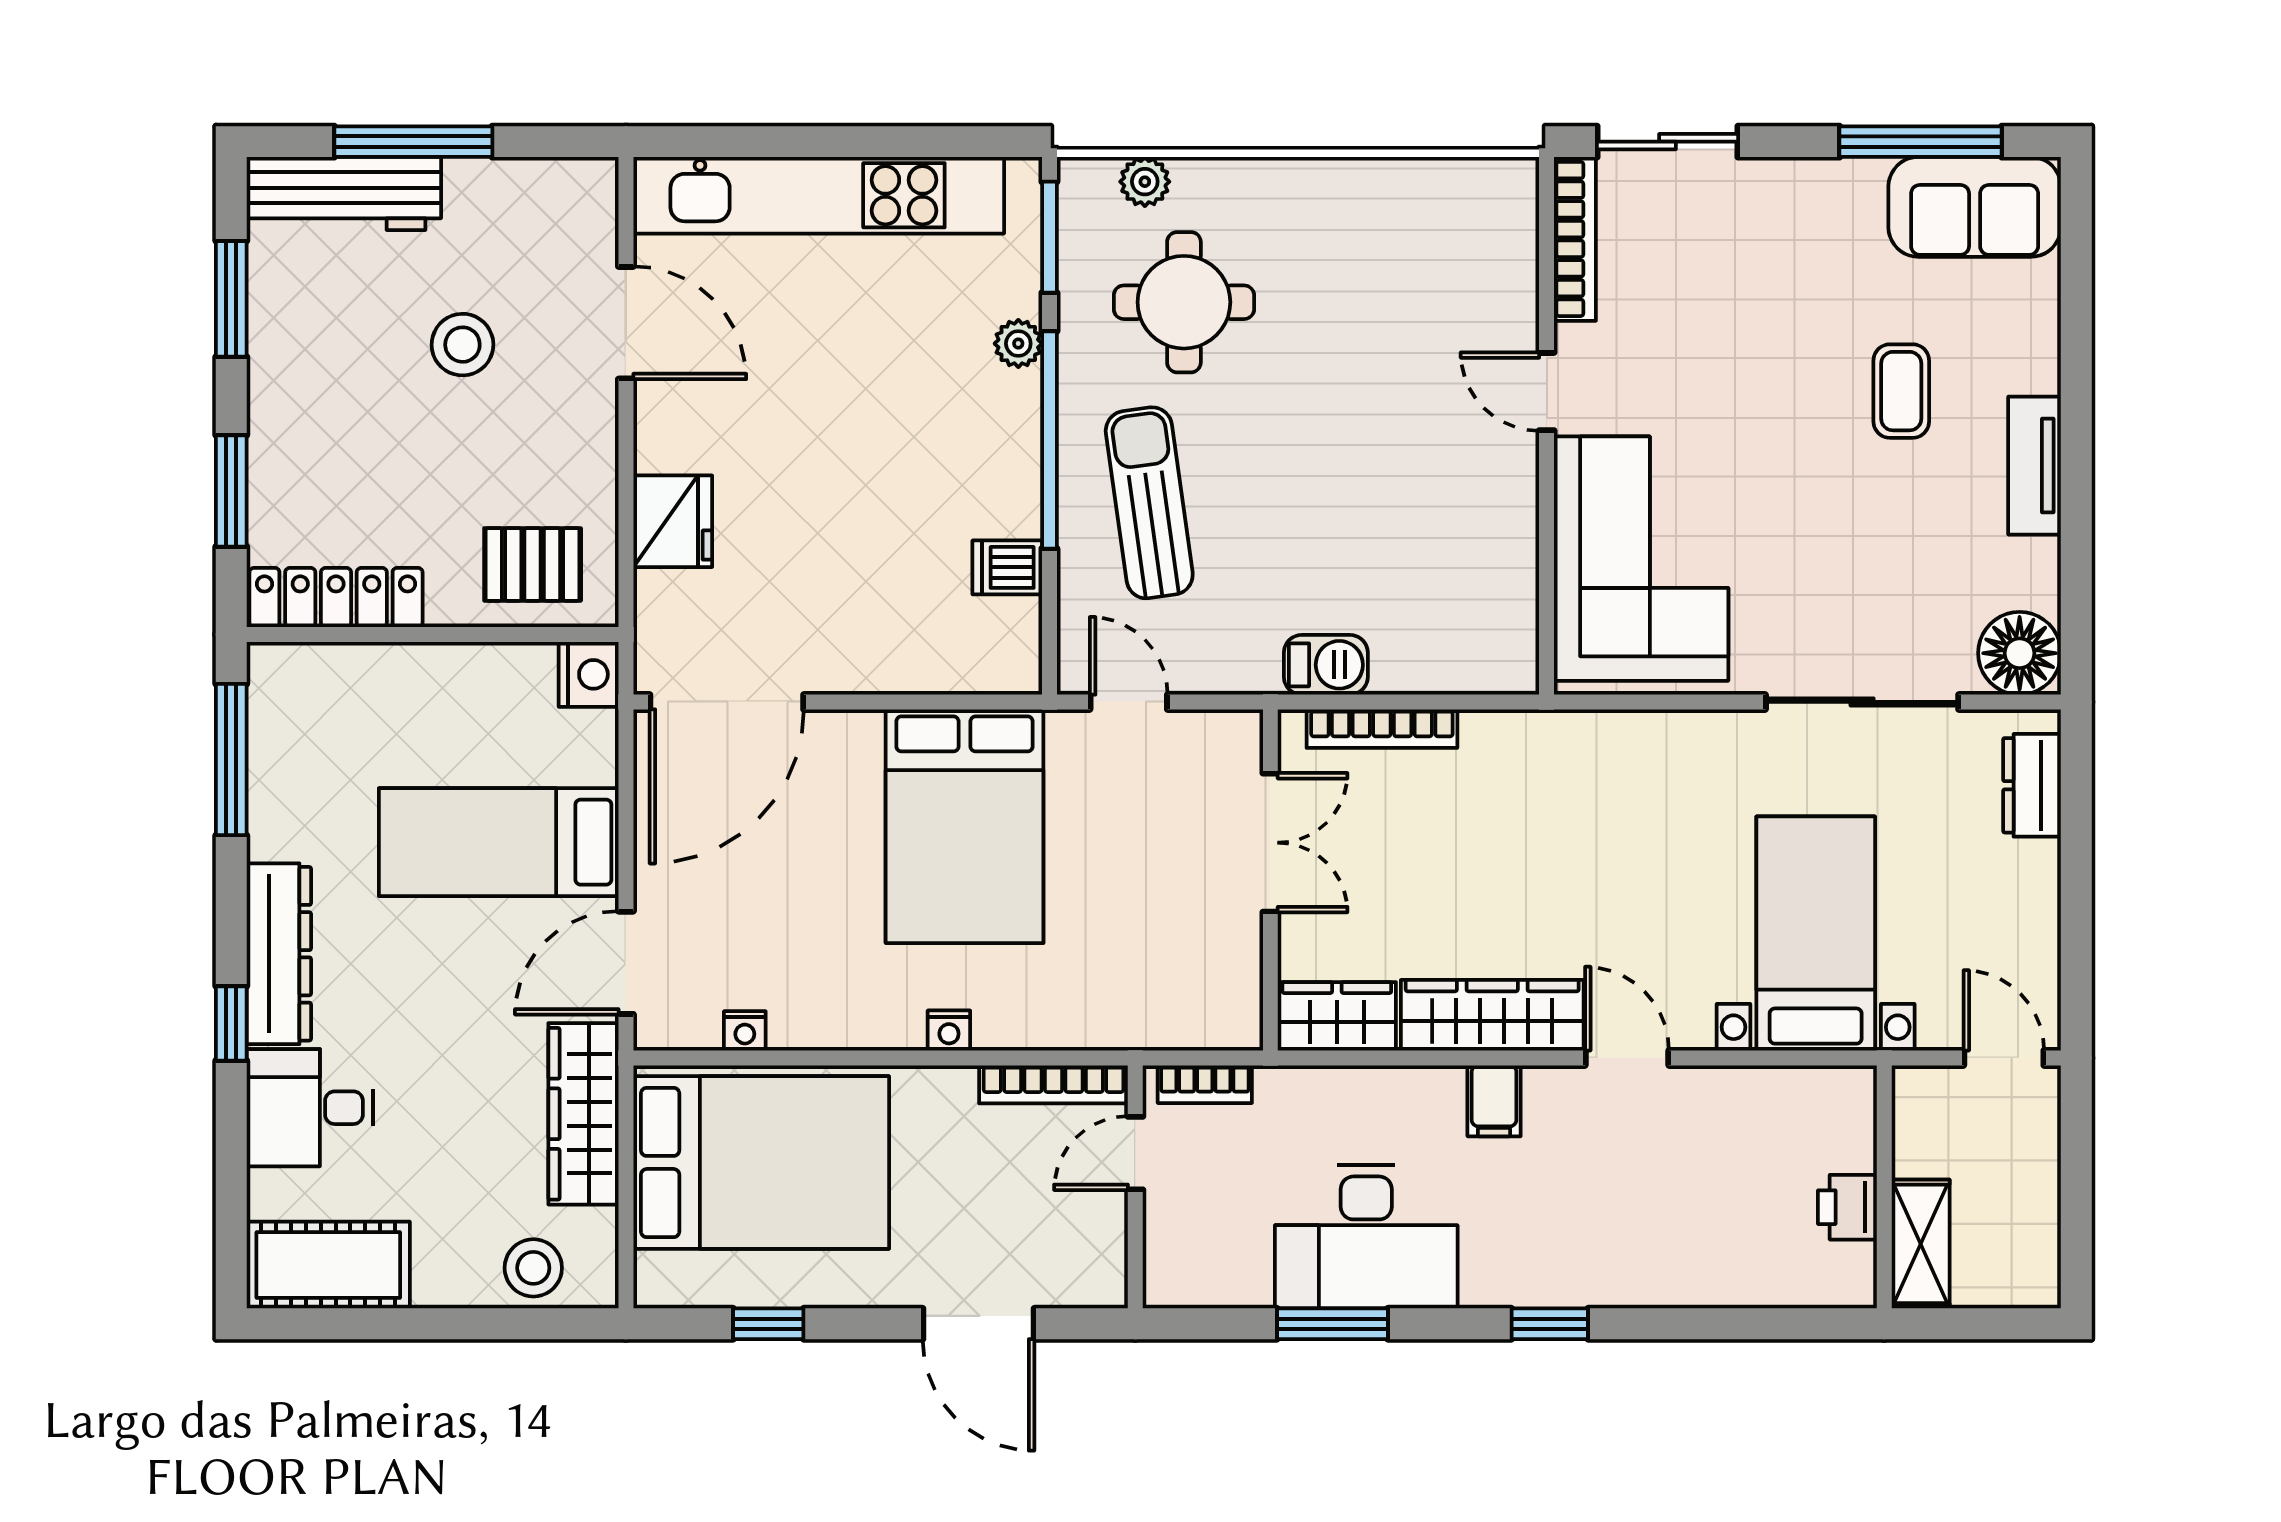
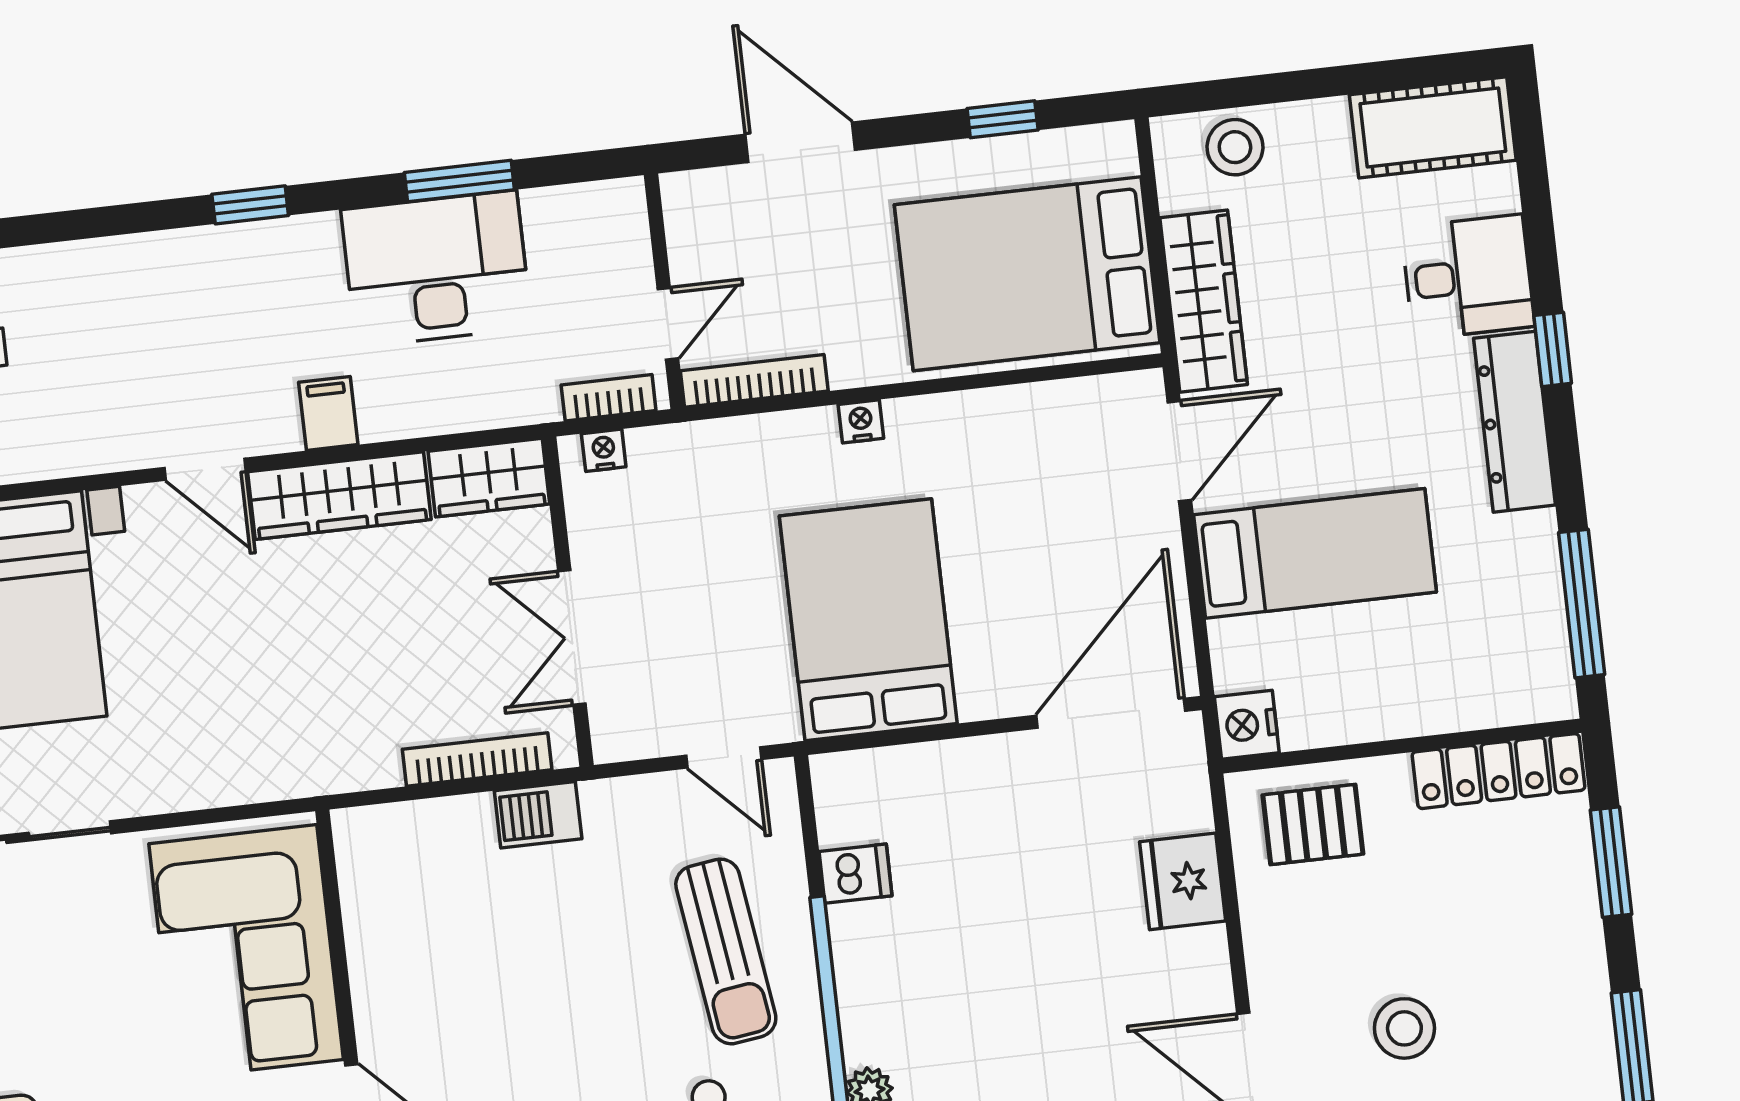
nightstand: (745, 1031) -> (604, 450), moved

